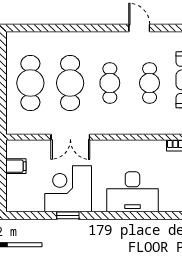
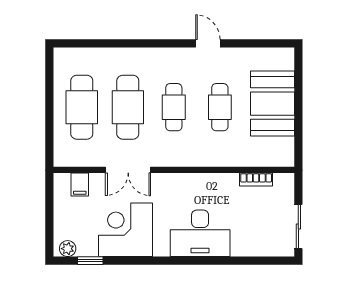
filing cabinet: (16, 166) -> (80, 185), moved, turned 90
plant: (18, 205) -> (68, 249), added
window: (68, 215) -> (90, 261), moved

